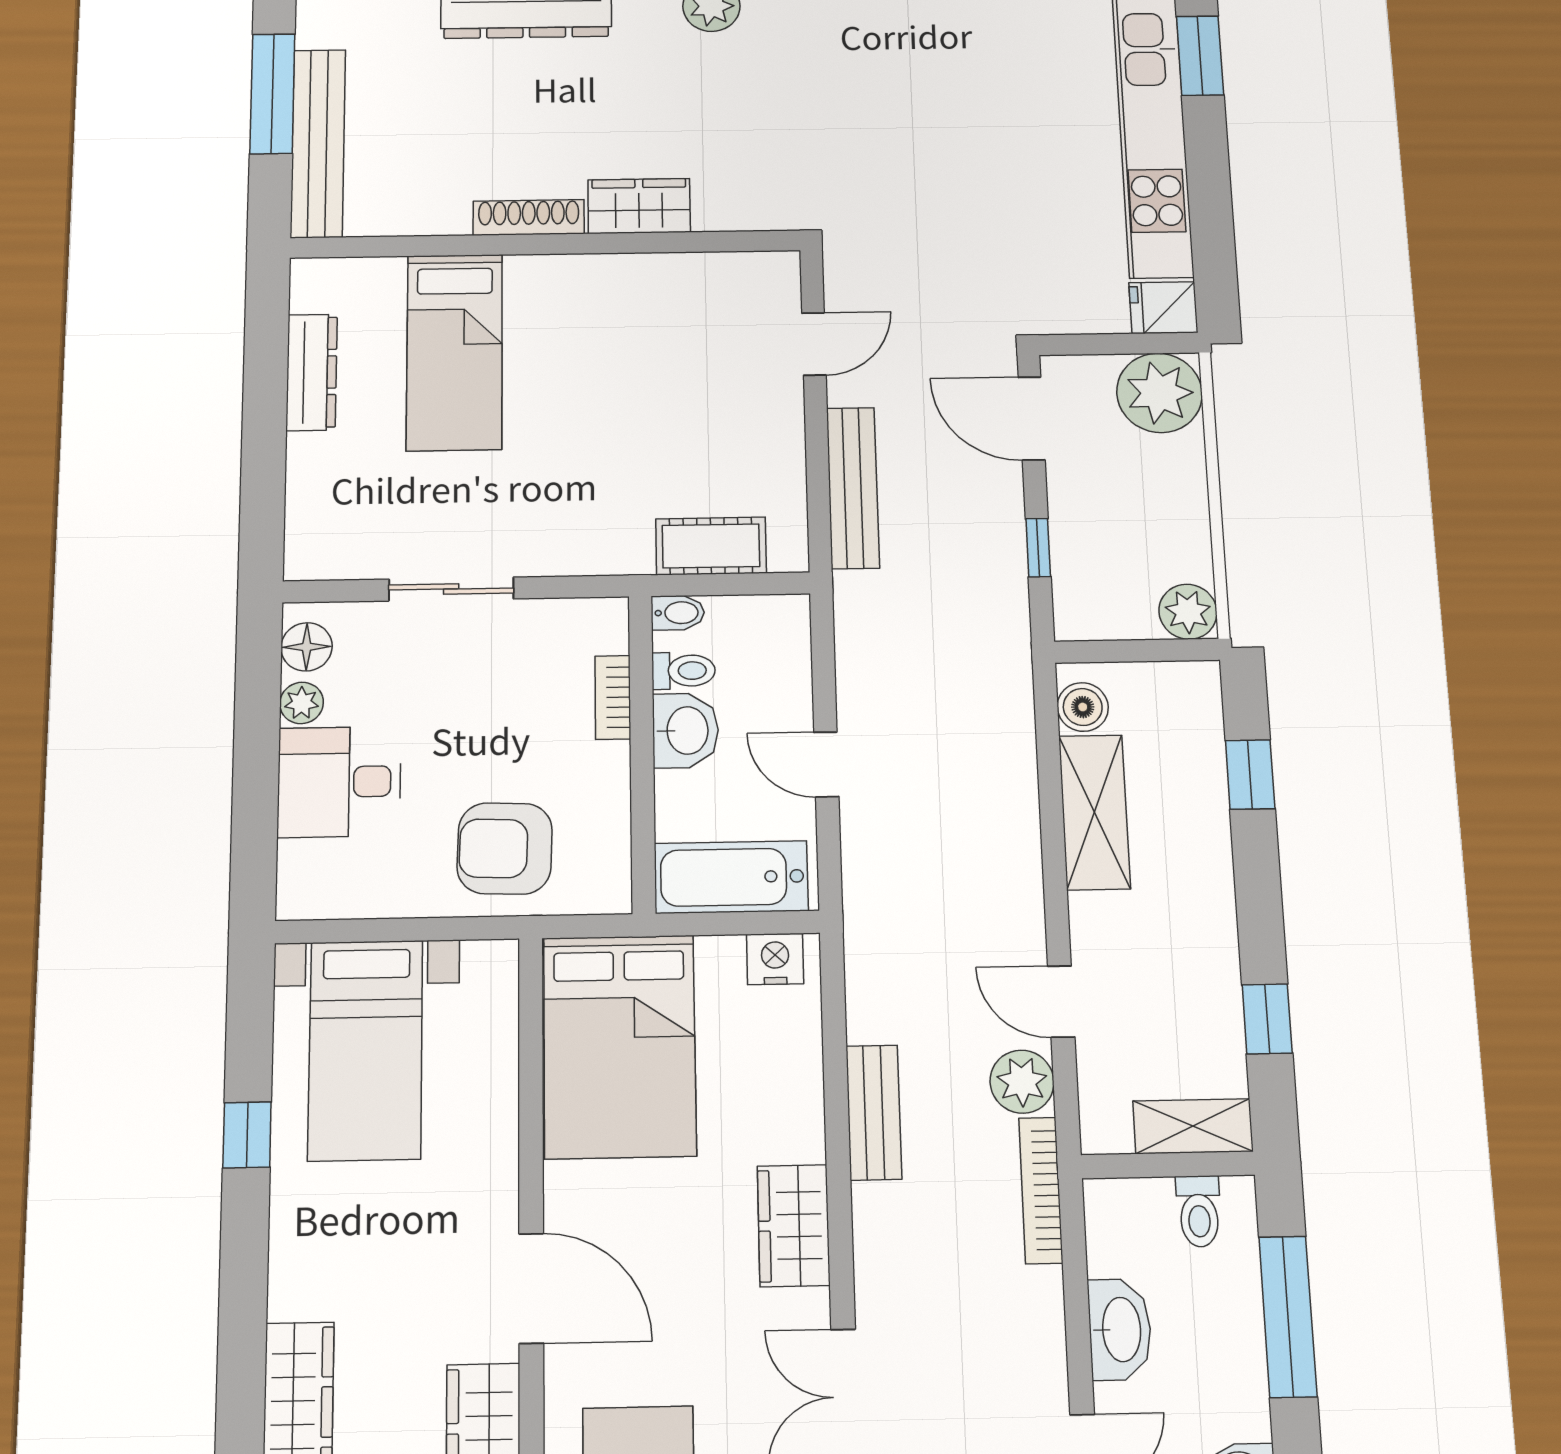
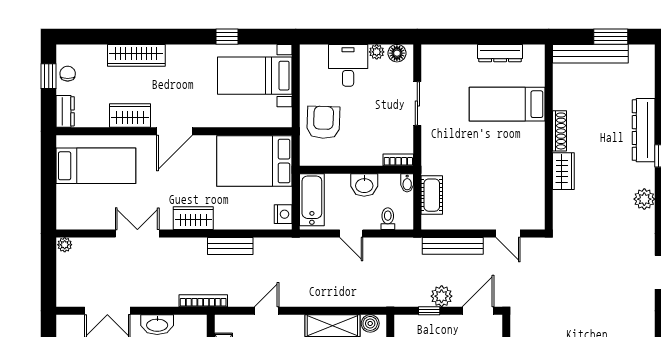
window: (272, 94) -> (611, 37), width x0.69
toilet: (684, 671) -> (388, 219), moved, turned 180
bookcase: (613, 697) -> (398, 160), moved
door: (826, 764) -> (351, 234), swing flipped
plant: (1022, 1082) -> (442, 296), moved

